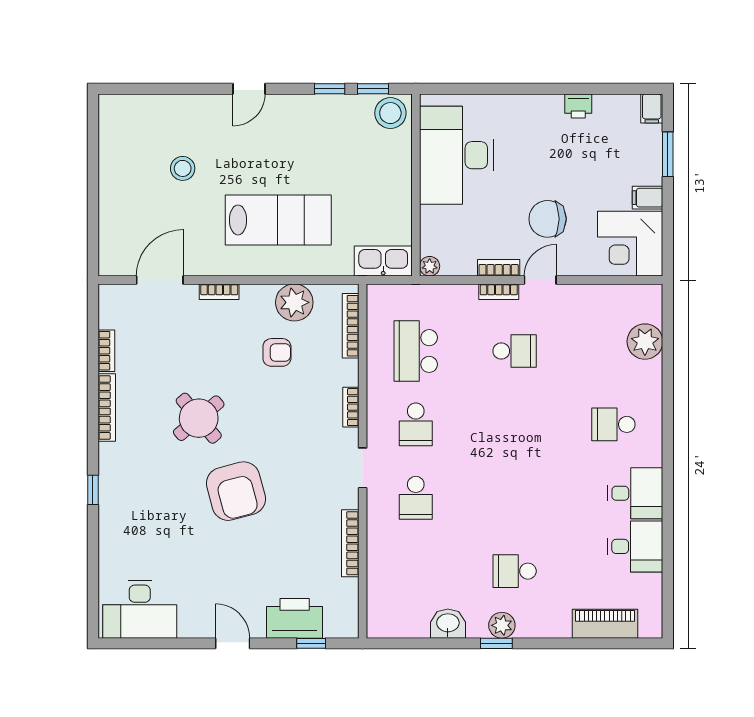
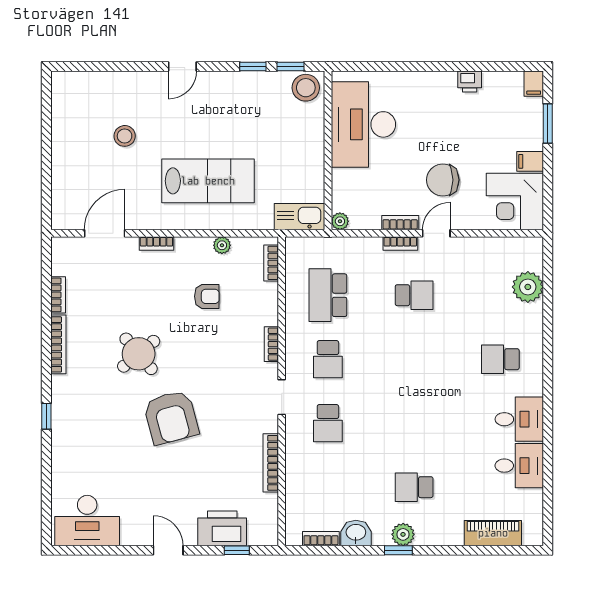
plant: (294, 302) -> (222, 245), width x0.53, depth x0.53
bookcase: (351, 326) -> (271, 263), width x0.64
bookcase: (408, 630) -> (321, 539), added

